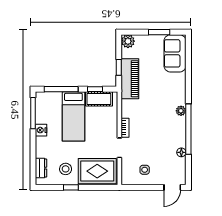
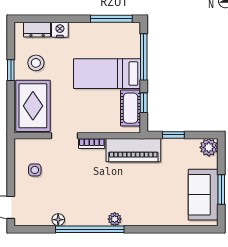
sofa: (175, 53) -> (203, 195), moved, turned -90
piano: (130, 79) -> (133, 150), moved
nightstand: (41, 130) -> (60, 30), moved

